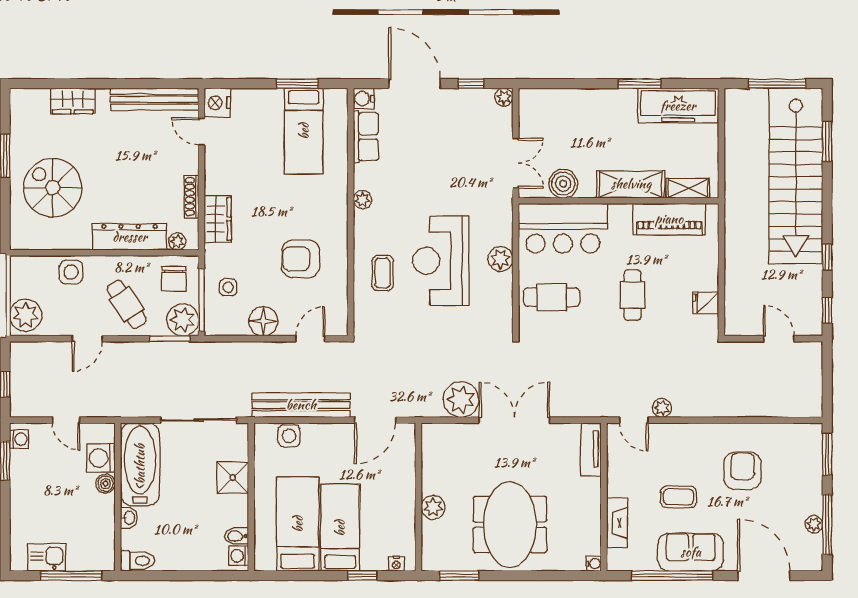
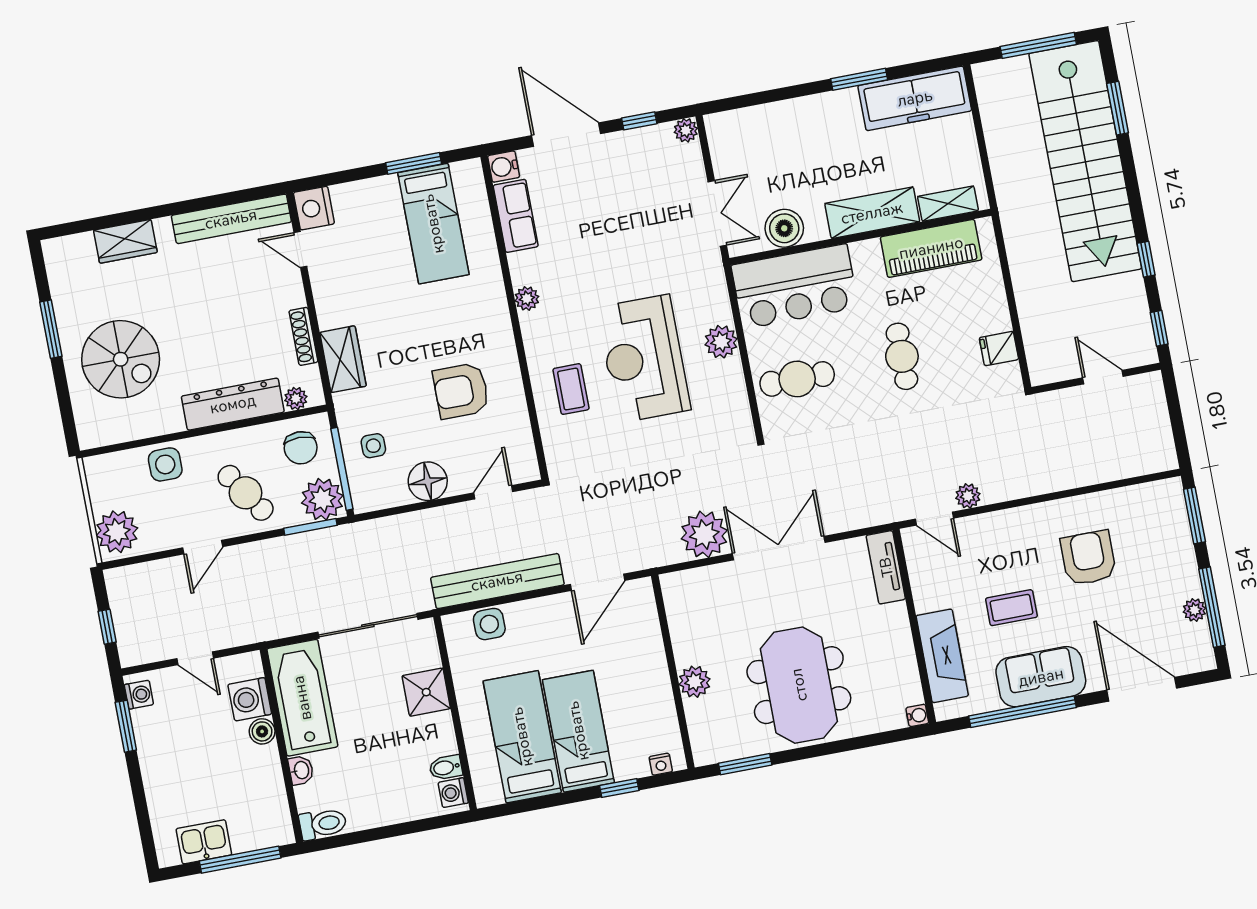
spiral stairs: (53, 188) -> (121, 359), turned 180
fireplace: (617, 523) -> (942, 656), width x1.37, depth x1.32

